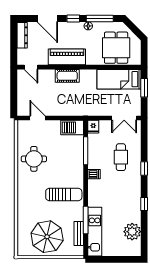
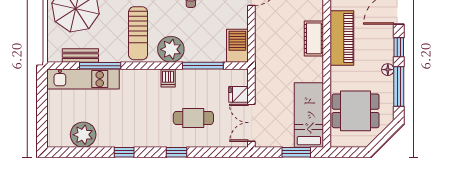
fridge: (93, 127) -> (239, 94), moved
plant: (75, 172) -> (171, 49), added

